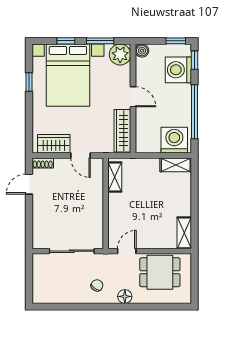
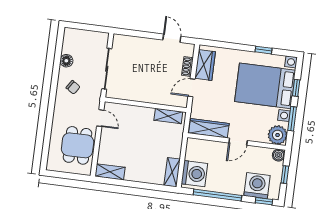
window: (176, 41) -> (285, 175), moved
shoe rack: (43, 163) -> (187, 67), moved
floor lamp: (125, 296) -> (66, 61), moved

